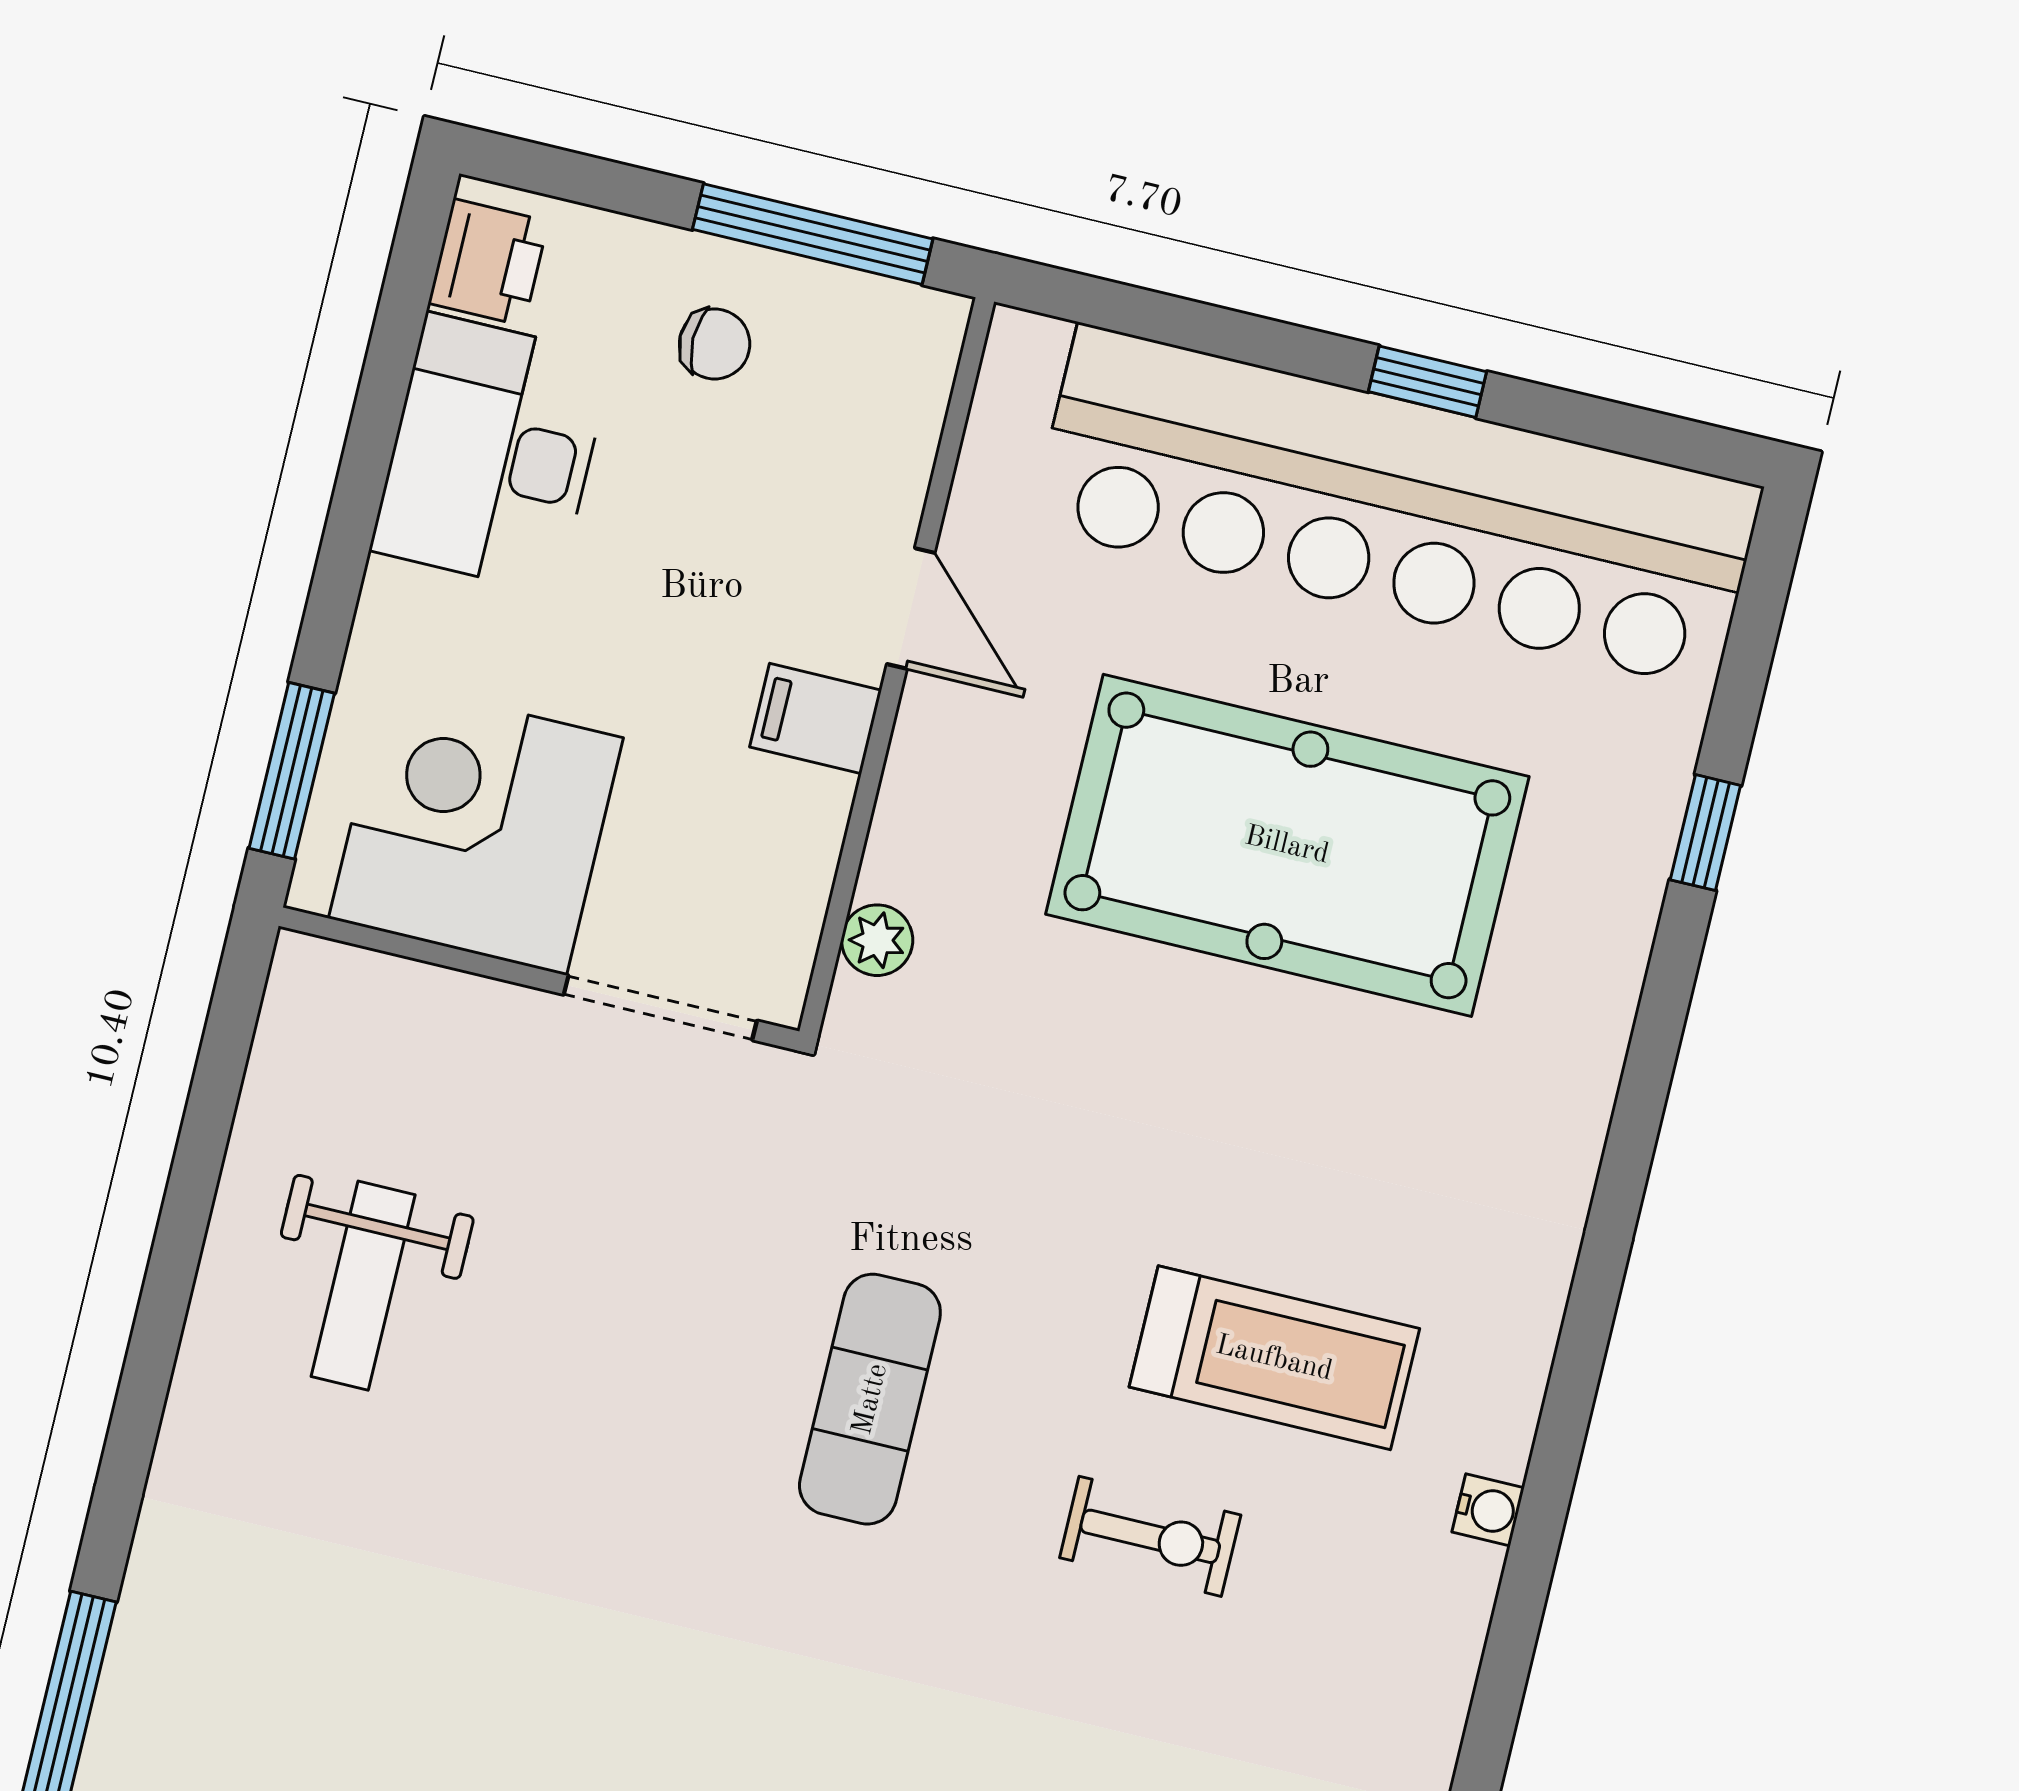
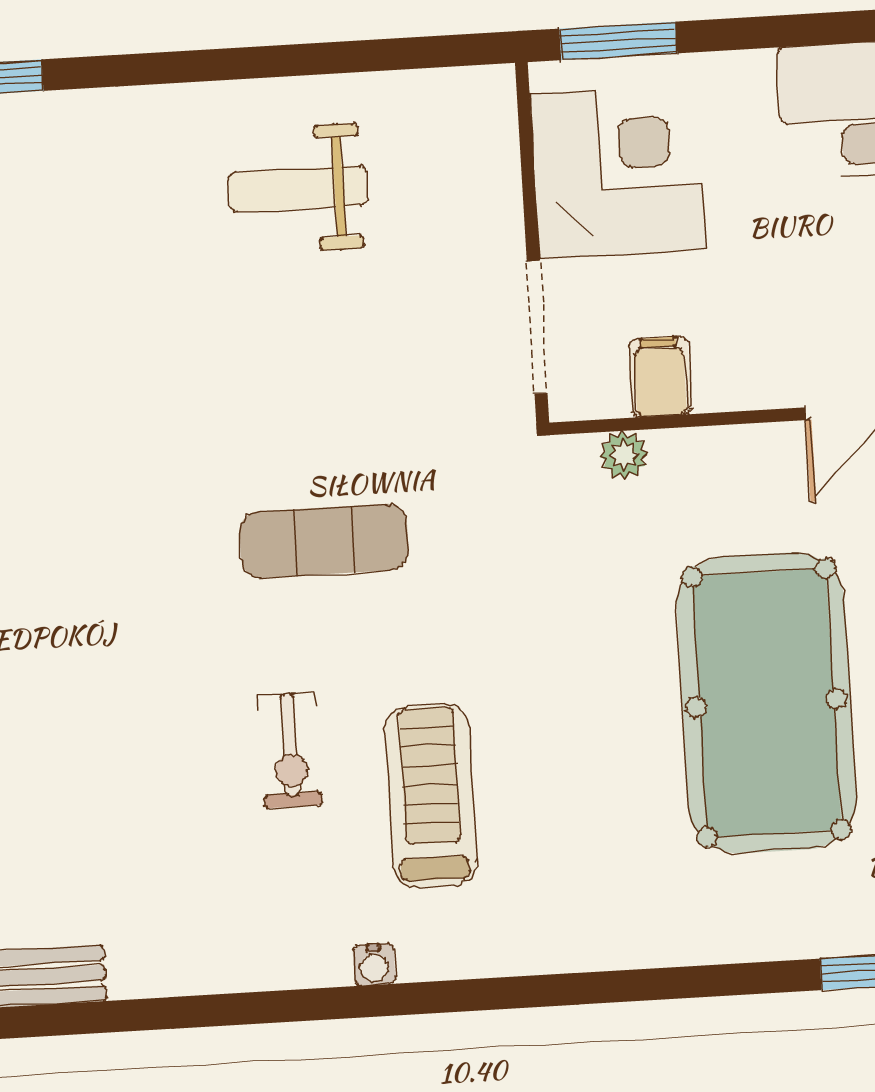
filing cabinet: (816, 719) -> (660, 377), moved
treadmill: (1274, 1358) -> (431, 796), turned 180

